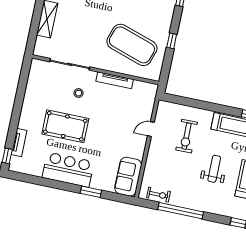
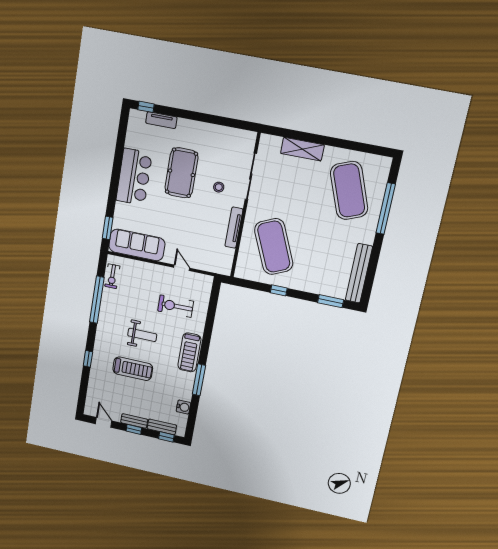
exercise mat: (132, 45) -> (274, 247), turned -42
sofa: (128, 177) -> (137, 245), width x1.36
window: (91, 192) -> (108, 228), moved

